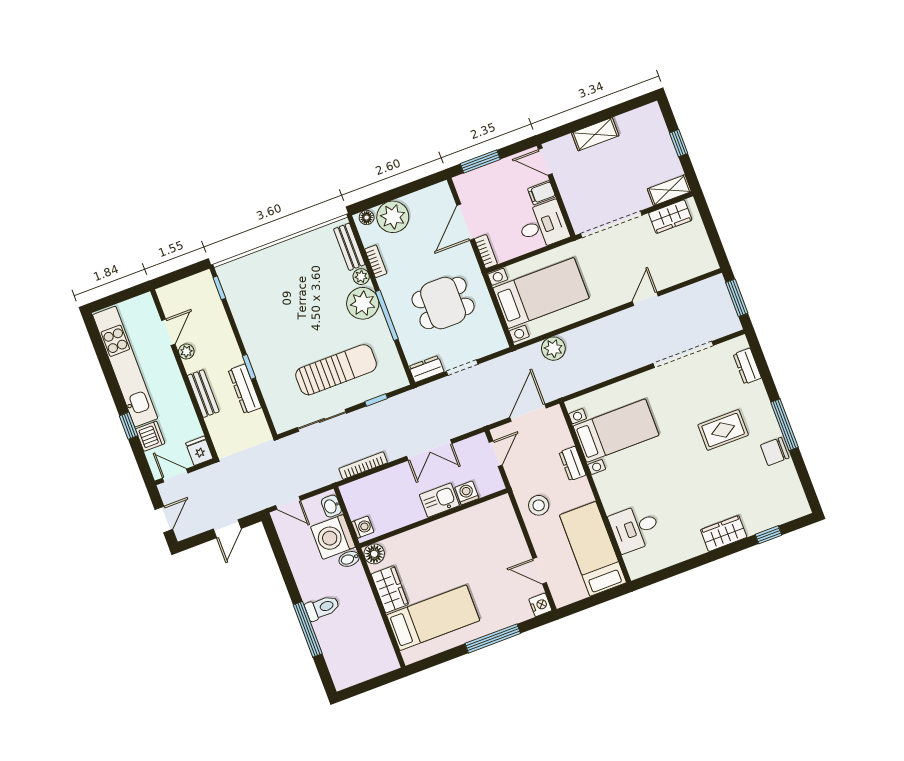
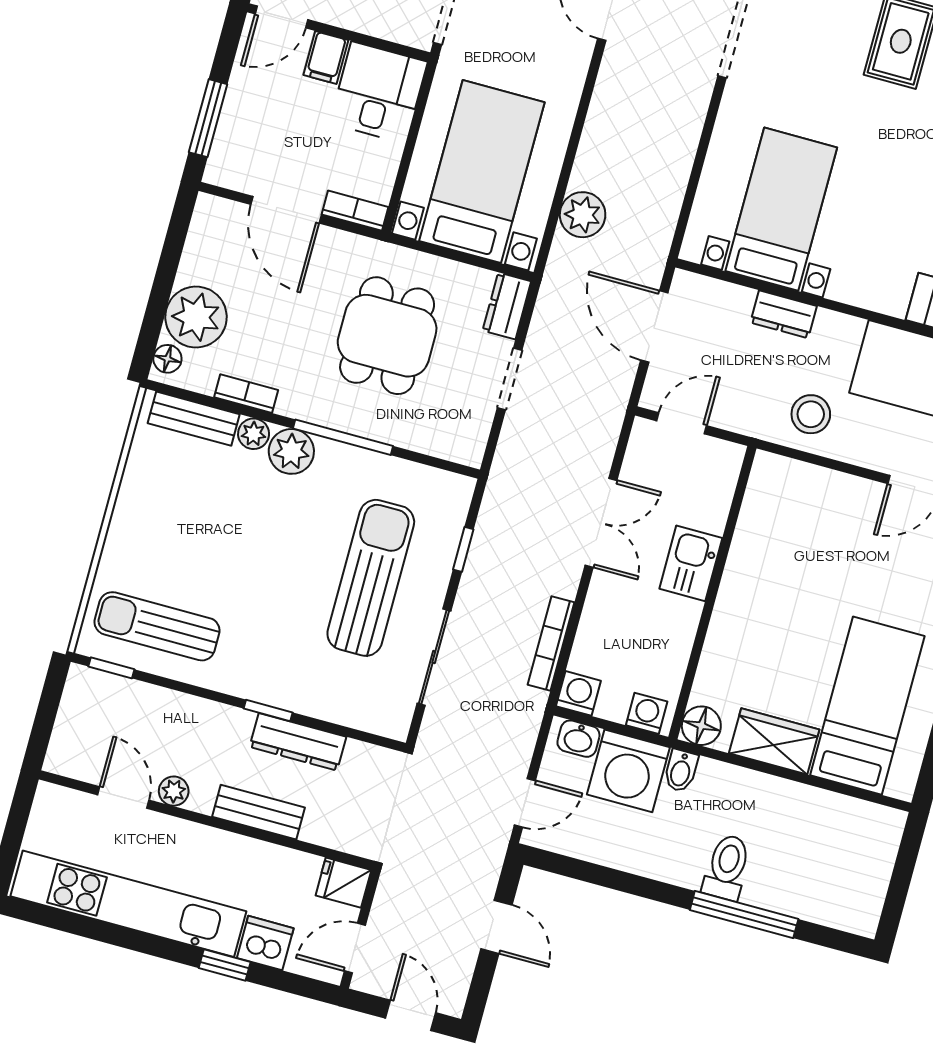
sun lounger: (251, 294) -> (157, 626), added
plant: (363, 303) -> (291, 451), width x0.73, depth x0.73
dresser: (426, 369) -> (507, 306), moved
door: (496, 454) -> (682, 423), hinge flipped
washing machine: (467, 493) -> (578, 693), moved, turned 90

